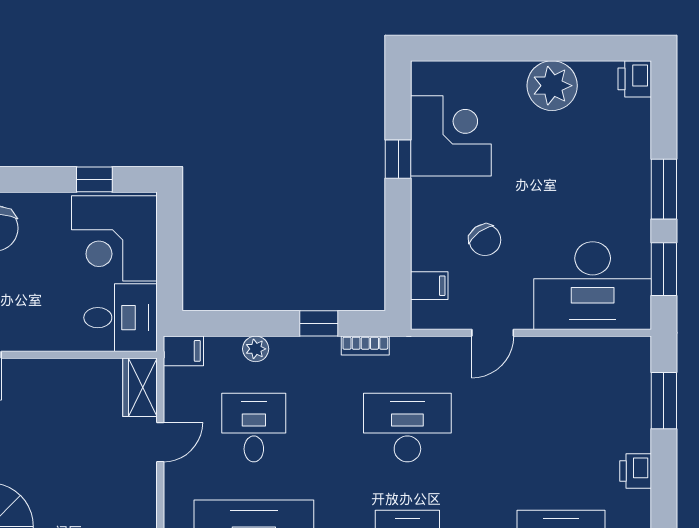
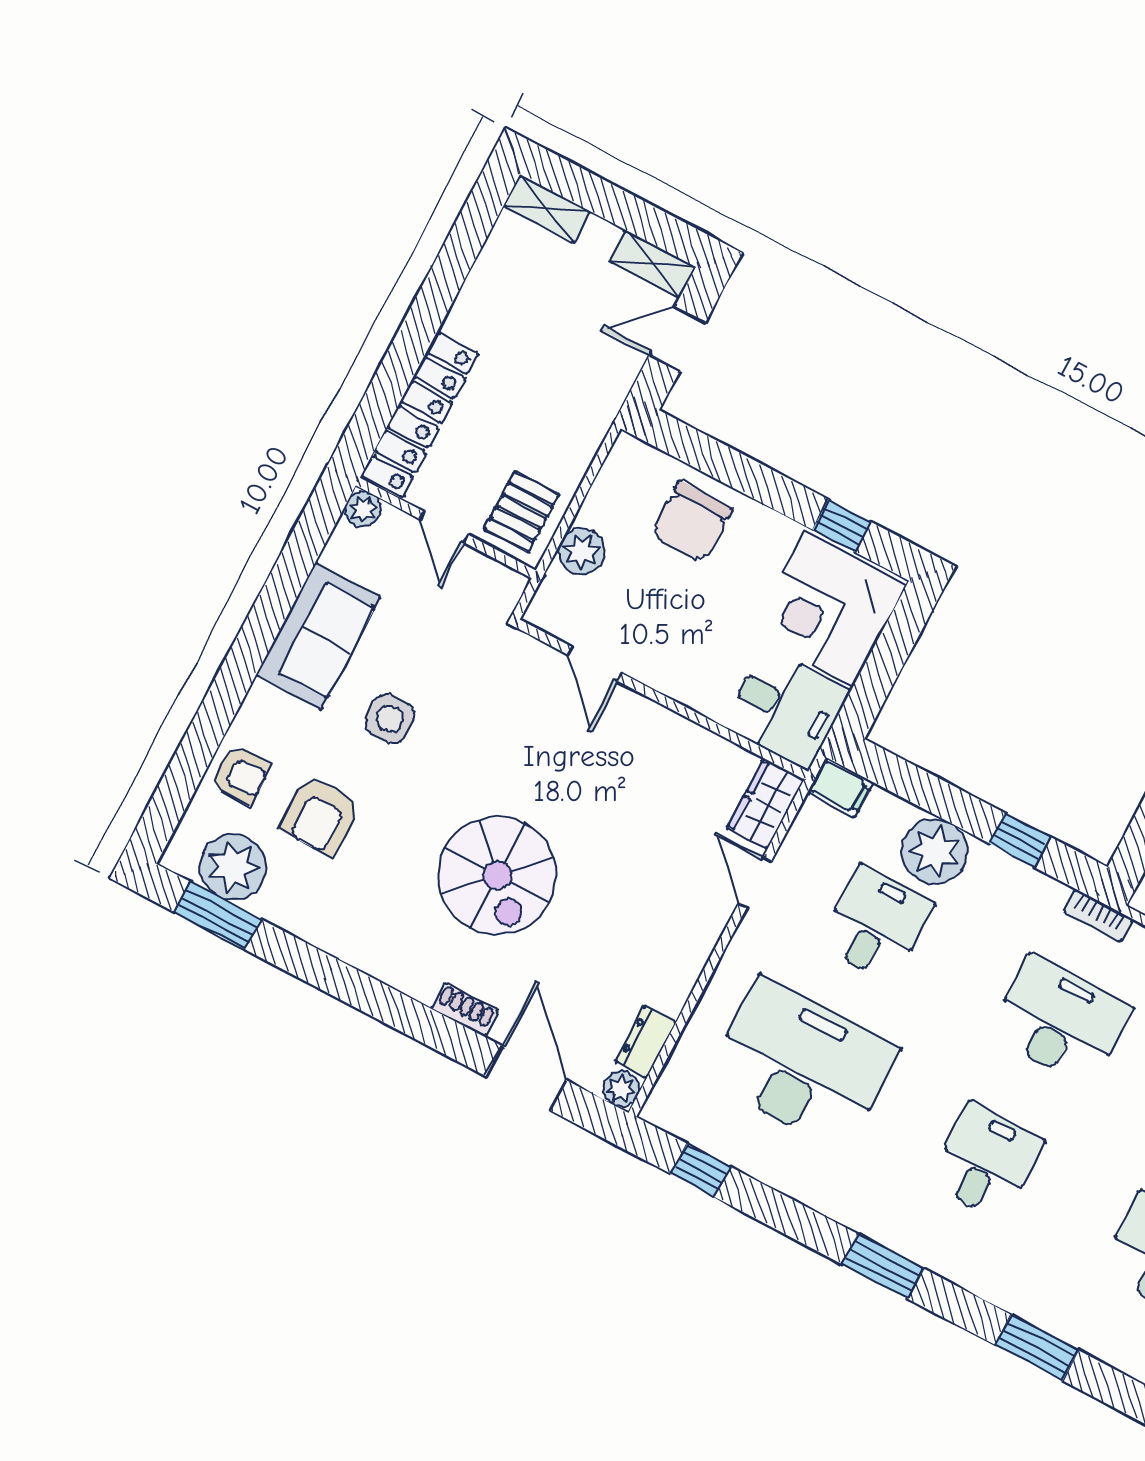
bookcase: (365, 345) -> (1098, 915), moved
plant: (256, 349) -> (935, 852), width x1.88, depth x1.88
door: (160, 442) -> (755, 882), swing flipped

